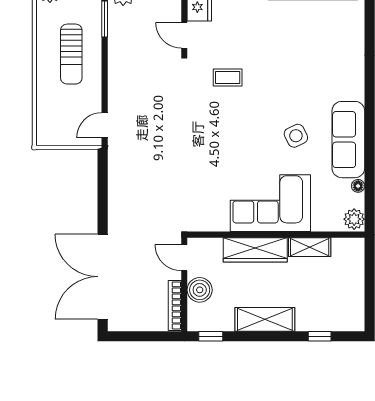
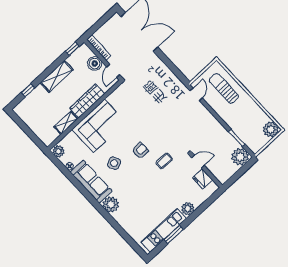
sun lounger: (71, 54) -> (224, 88), moved
plant: (350, 86) -> (111, 204), added
armchair: (246, 120) -> (140, 151), added
door: (184, 258) -> (113, 71), swing flipped

